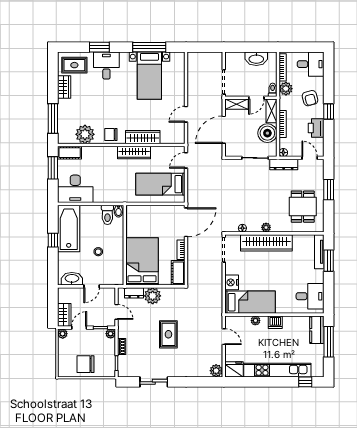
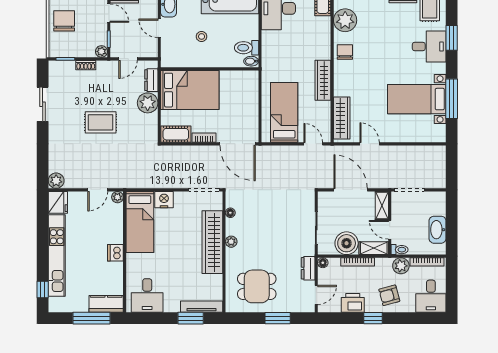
wardrobe: (143, 137) -> (342, 118), moved
dresser: (284, 165) -> (308, 268), width x0.70
plant: (255, 321) -> (117, 197), moved

